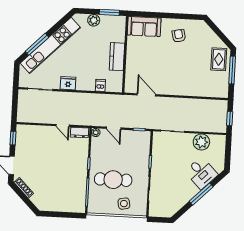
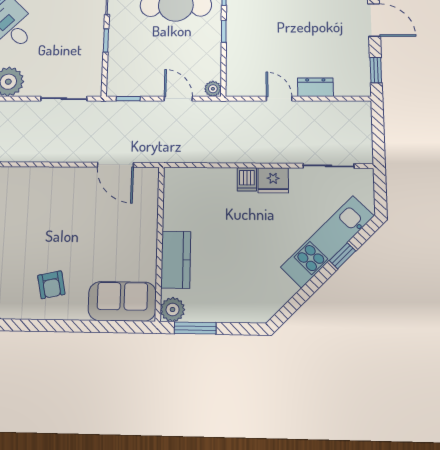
plant: (94, 20) -> (173, 310), moved
window: (37, 44) -> (342, 256), width x0.46
kitchen unit: (50, 45) -> (328, 241), width x0.73
kitchen counter: (117, 57) -> (176, 260), moved
dishwasher: (100, 85) -> (247, 179), moved
dresser: (80, 132) -> (315, 87), moved

